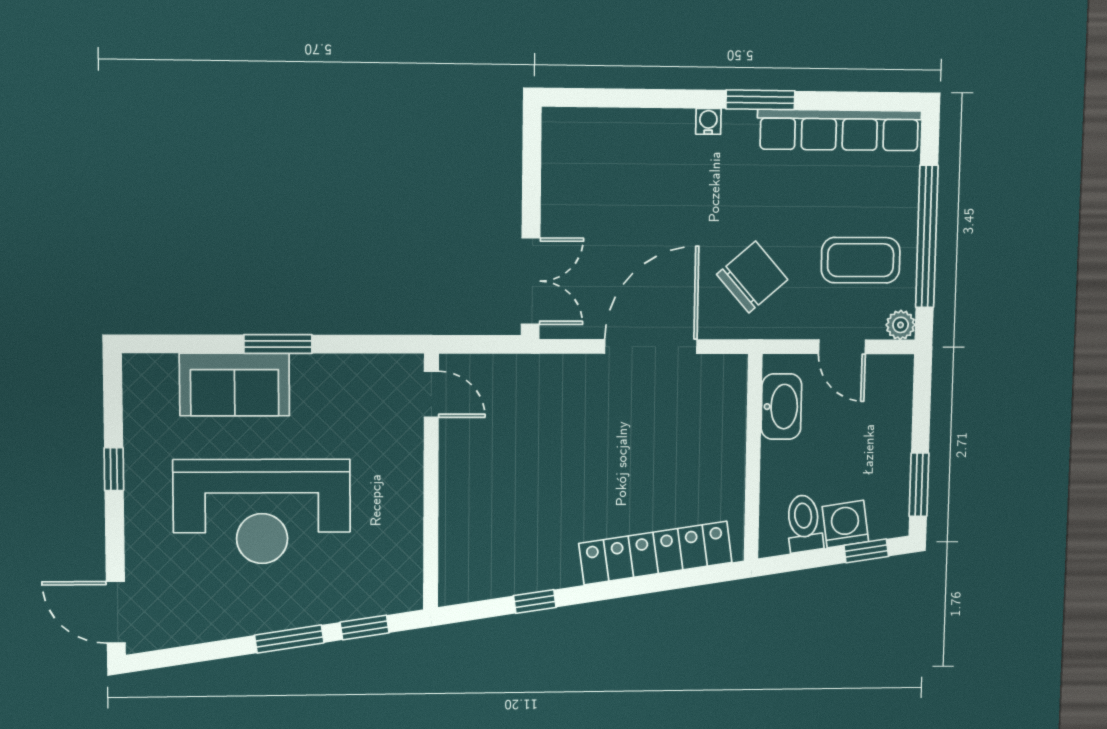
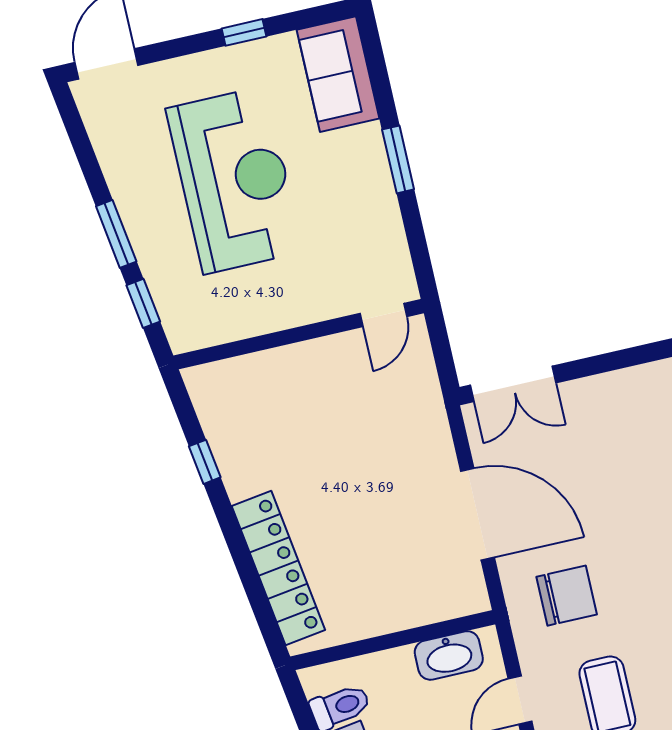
chair: (752, 277) -> (567, 596), turned -49
sofa: (235, 385) -> (338, 74), moved
reception desk: (262, 512) -> (234, 180), turned 180

